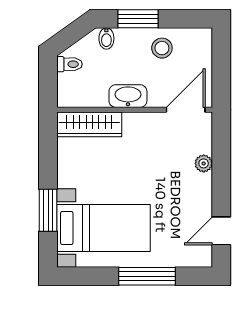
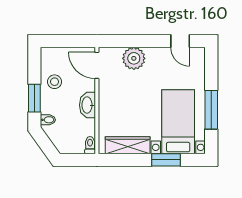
toilet: (70, 64) -> (90, 145), moved
wardrobe: (89, 124) -> (128, 145), moved, turned -90
plant: (204, 163) -> (134, 58), width x1.87, depth x1.87
window: (147, 276) -> (211, 110), moved

